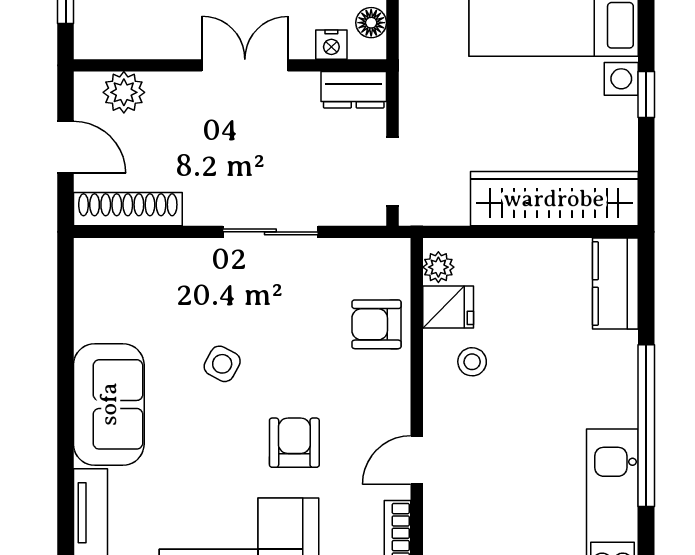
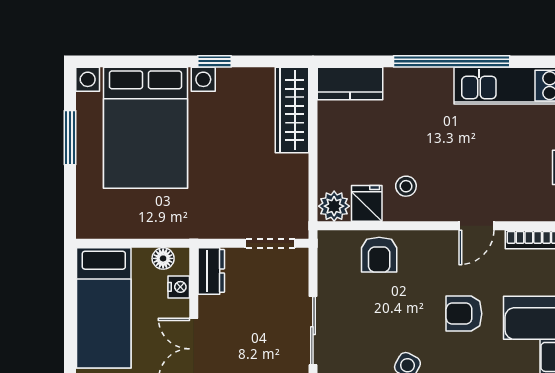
wardrobe: (554, 199) -> (292, 110), width x0.71, depth x0.85
plant: (438, 267) -> (334, 206), width x1.38, depth x1.38
door: (417, 460) -> (476, 226), hinge flipped

